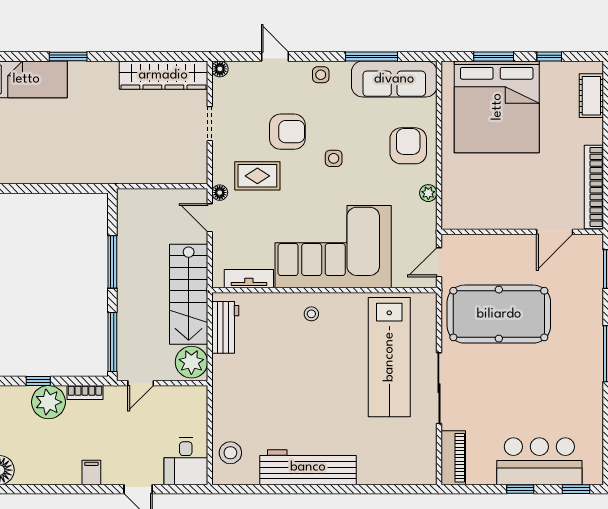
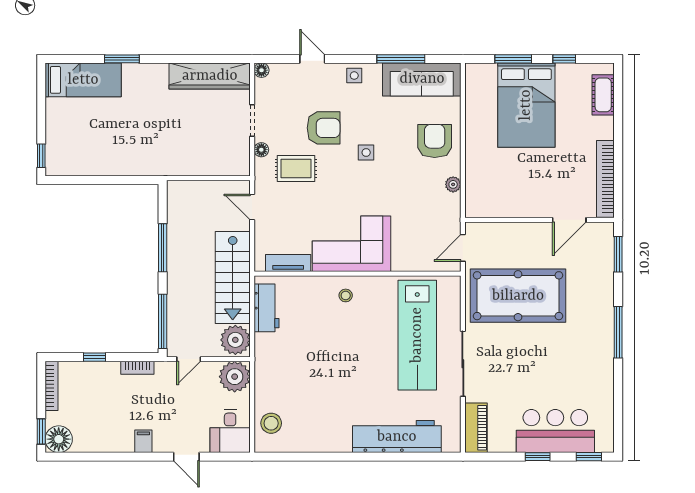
bed: (497, 107) -> (526, 105), width x0.73
floor lamp: (220, 193) -> (261, 150), moved
corner sofa: (333, 247) -> (351, 244), width x0.73, depth x0.74
plant: (49, 402) -> (235, 377), moved
workbench: (308, 467) -> (397, 437), moved

